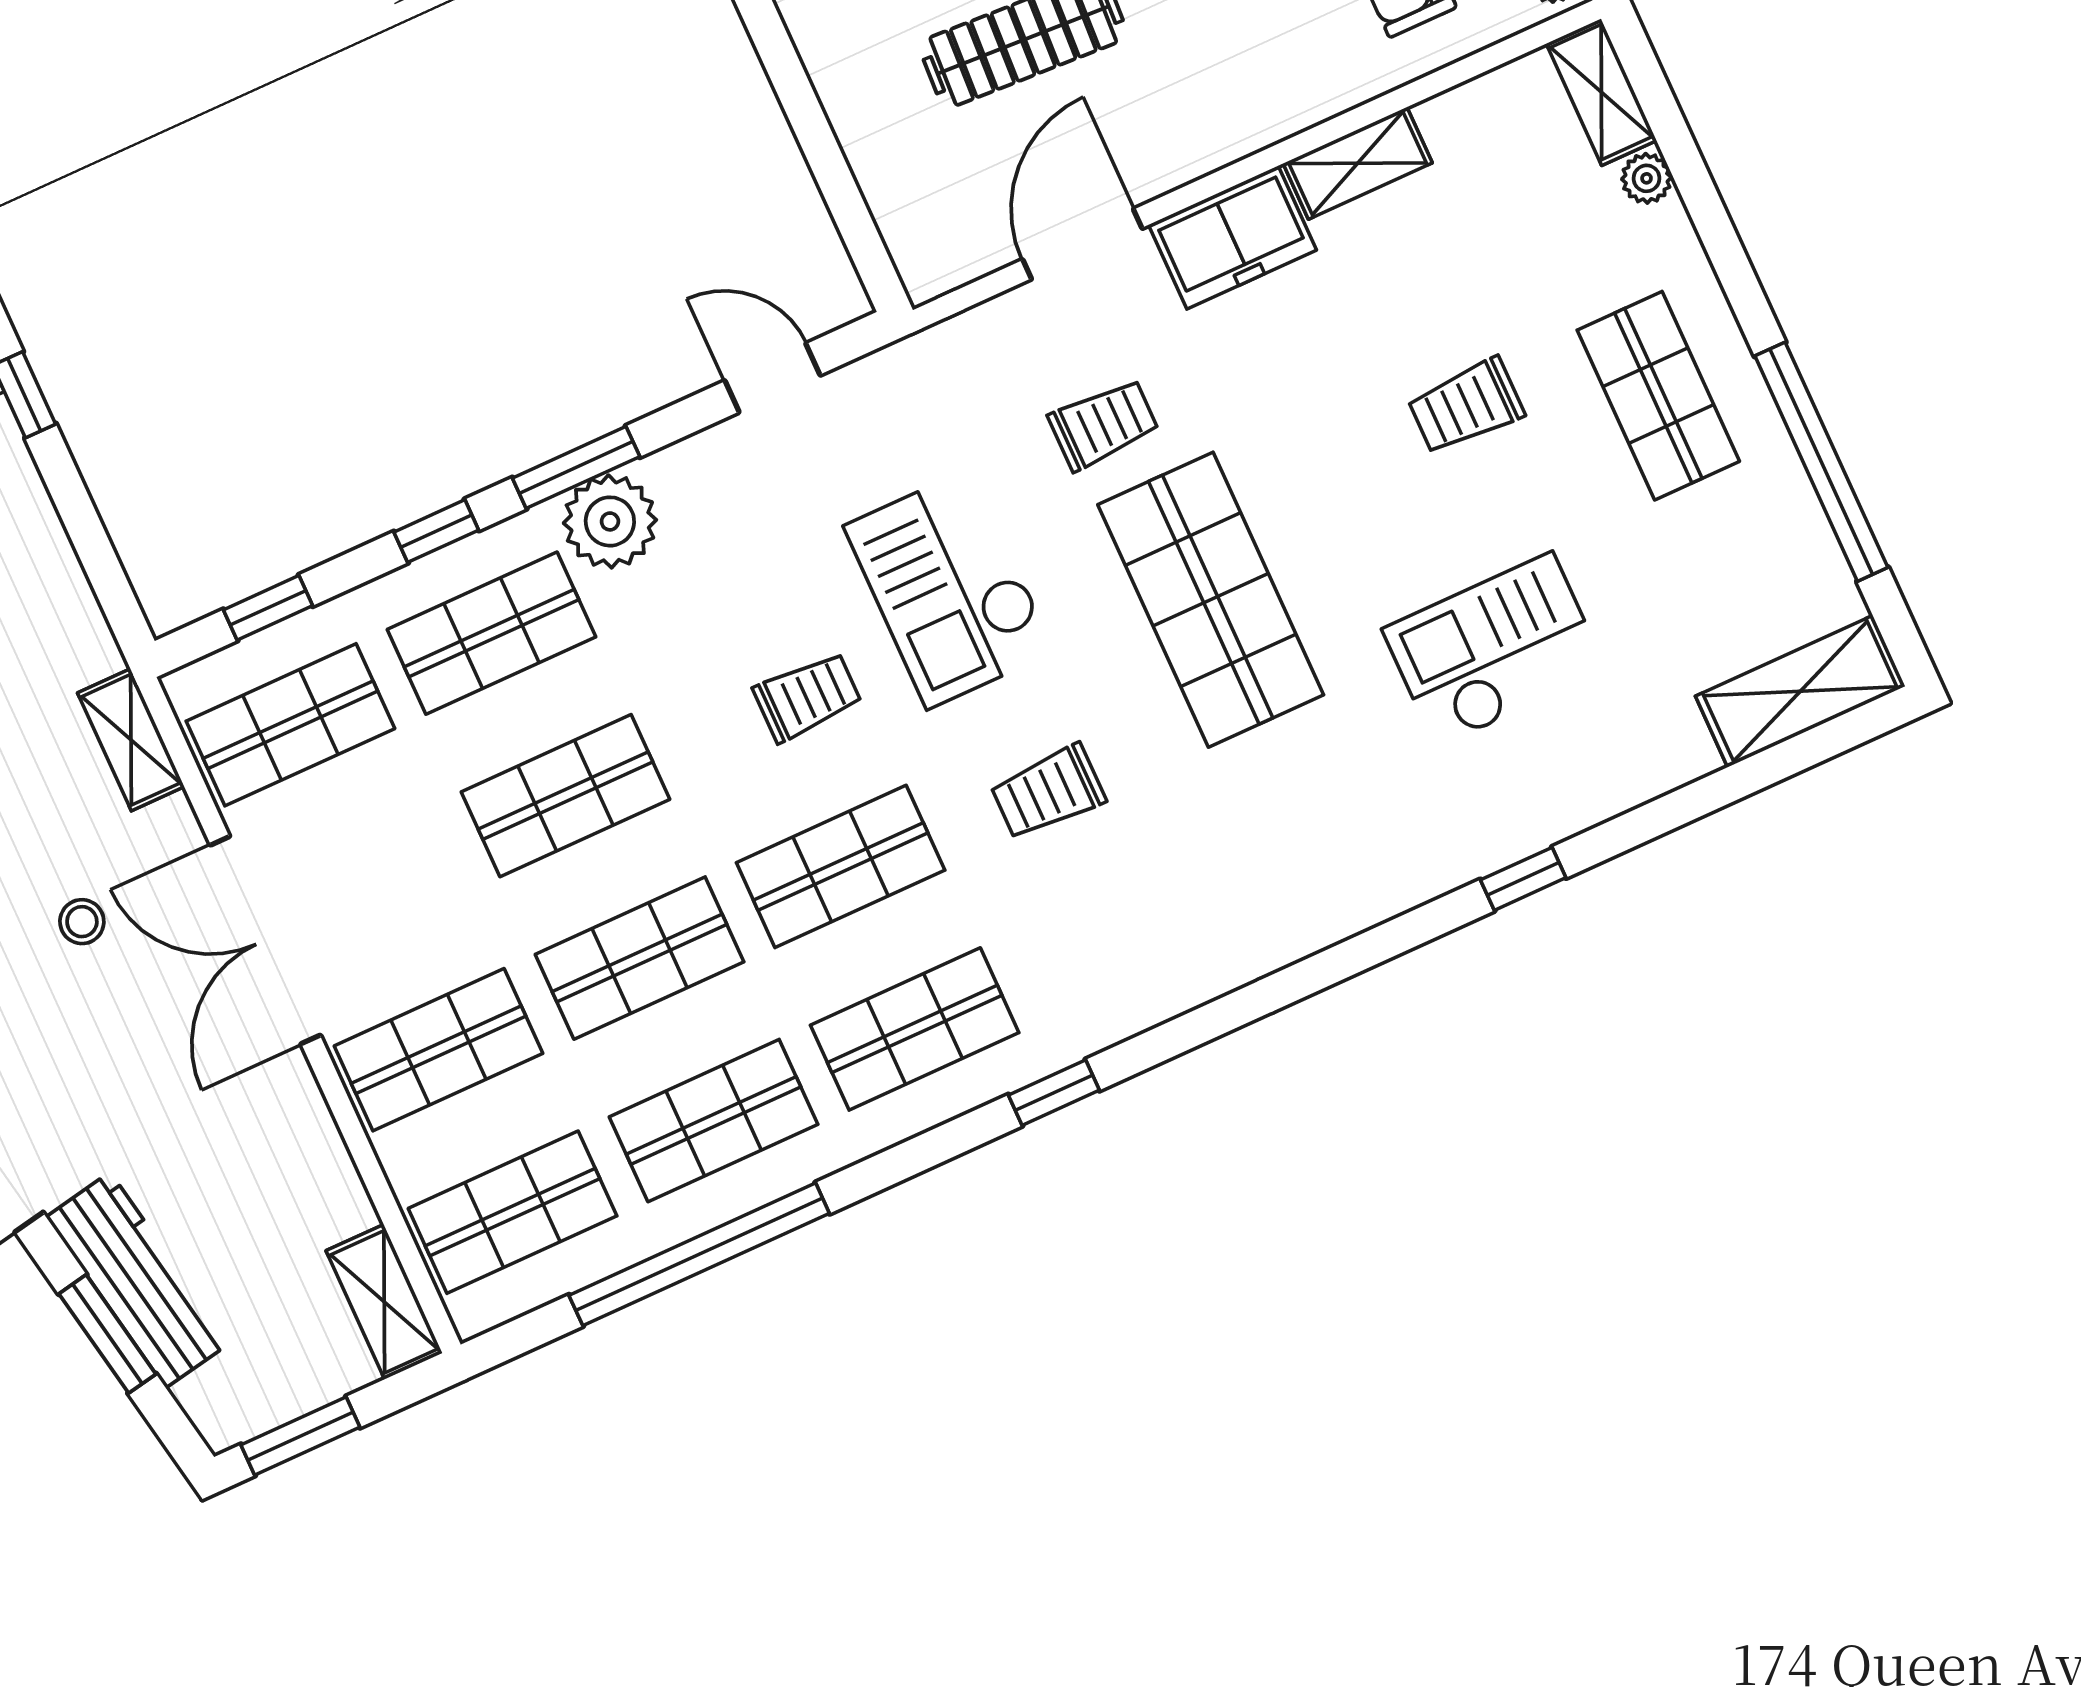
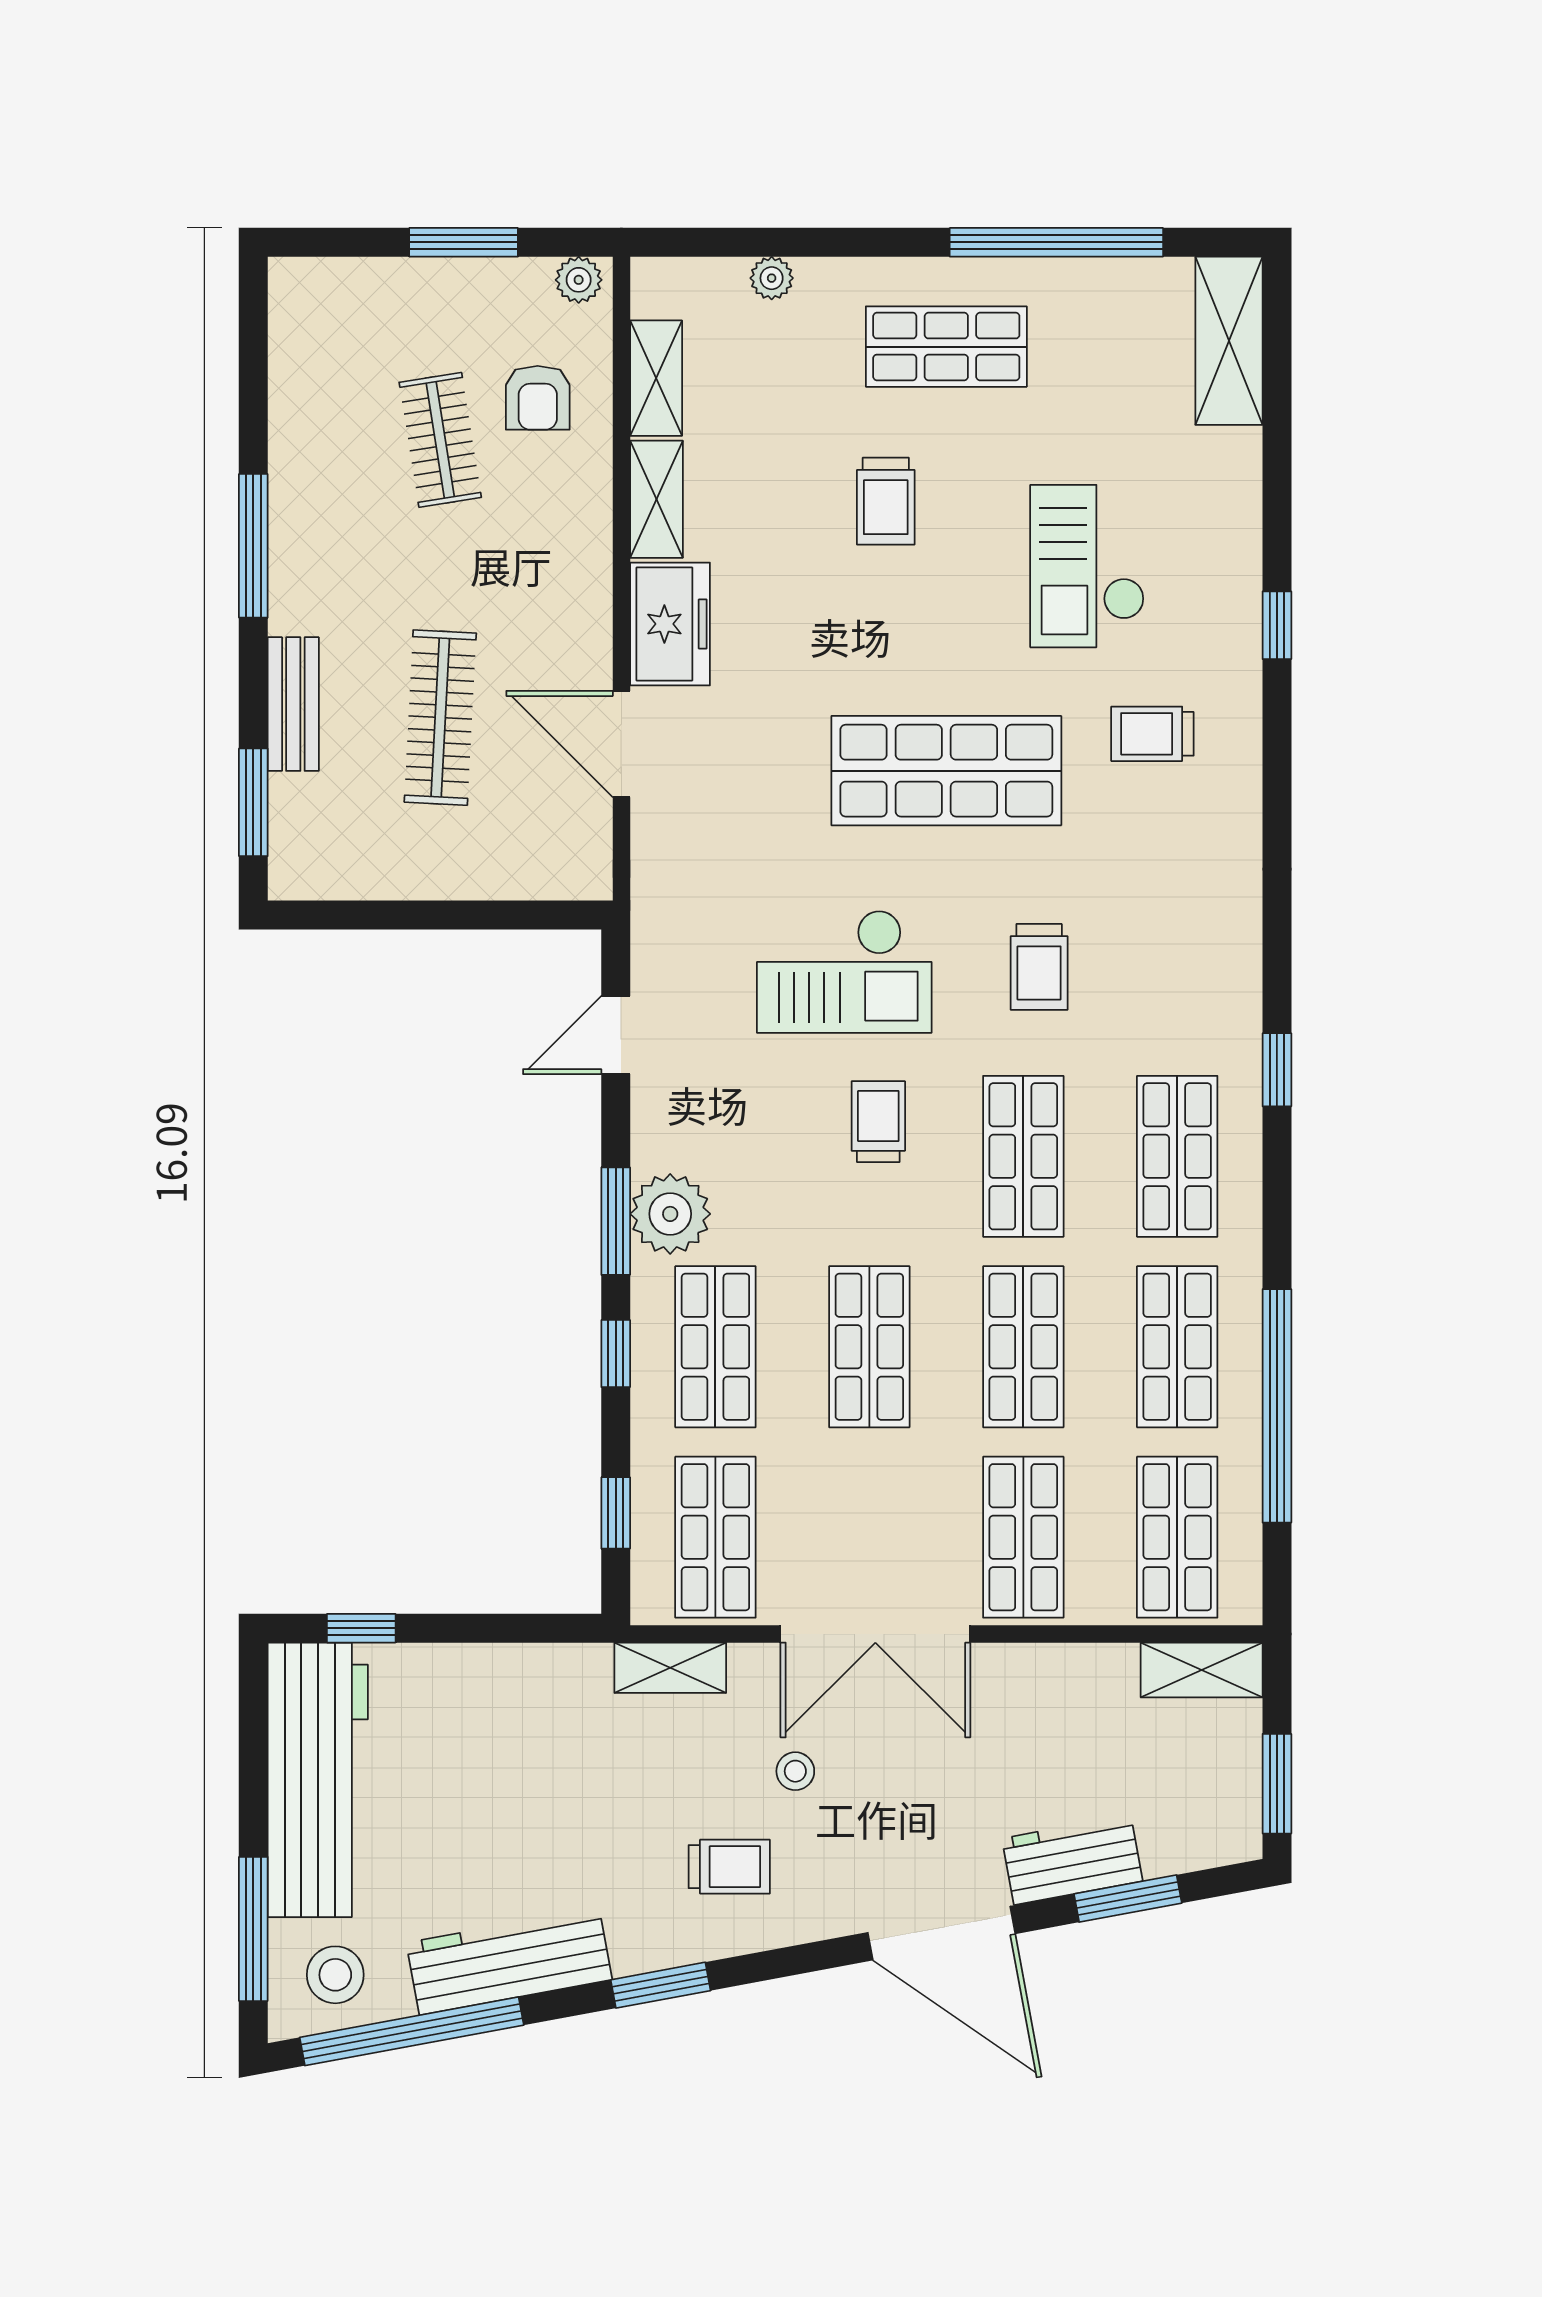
shelving: (1601, 92) -> (656, 378), moved, turned 90
trolley: (1103, 424) -> (1152, 734), moved, turned -90
workbench: (138, 1280) -> (1072, 1860), width x0.73

